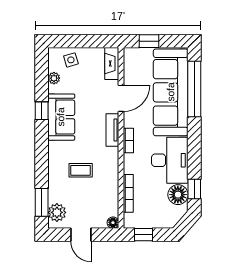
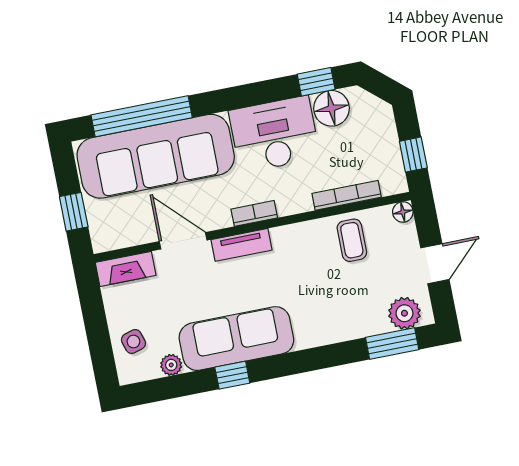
sofa: (61, 117) -> (236, 339), width x1.36
coffee table: (81, 170) -> (352, 240), moved

